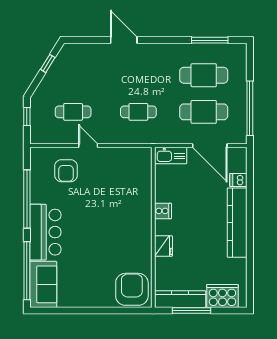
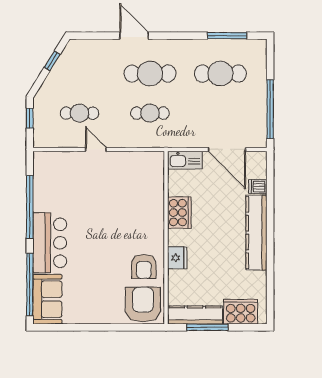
cafe table: (204, 112) -> (150, 74), moved
armchair: (66, 171) -> (144, 267), moved
cooker: (163, 211) -> (179, 213), width x1.87, depth x1.31

